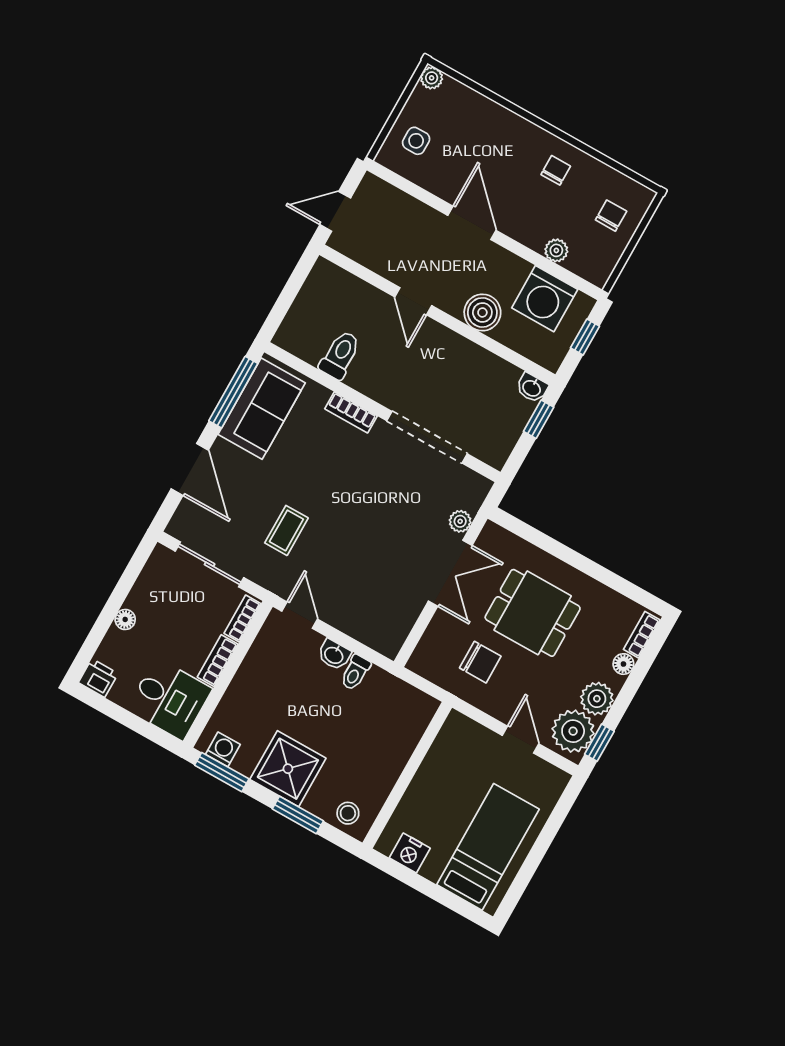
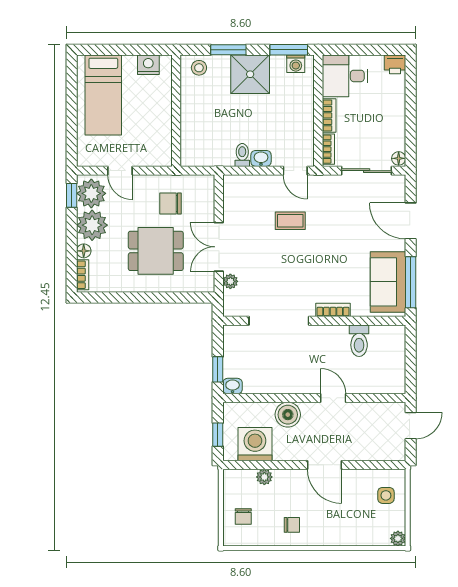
chair: (556, 170) -> (292, 525), turned -90
coffee table: (286, 530) -> (290, 221), moved, turned 90
floor lamp: (125, 619) -> (399, 158), moved
plant: (597, 699) -> (92, 225), width x1.36, depth x1.36

